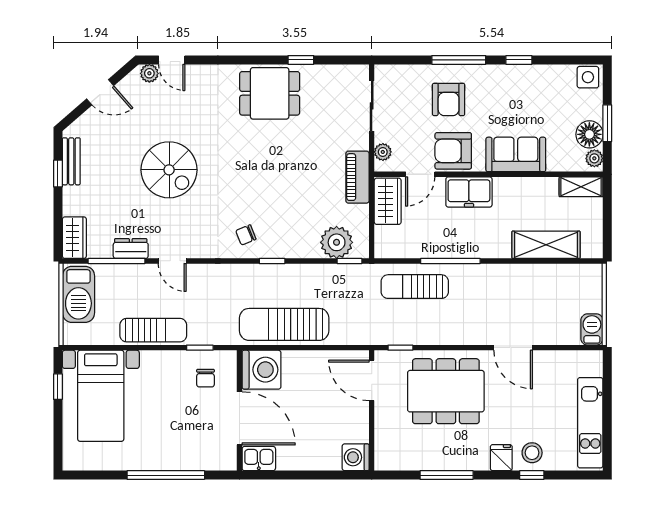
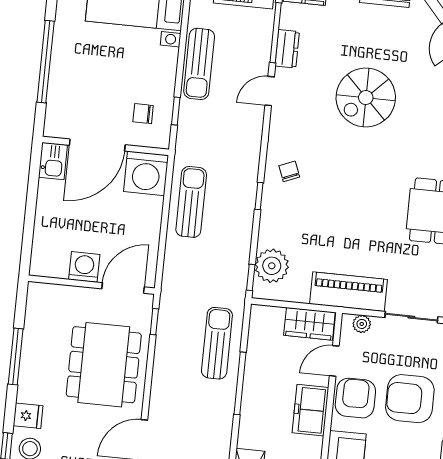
armchair: (449, 99) -> (410, 399), width x1.36, depth x1.36
door: (420, 174) -> (334, 361), hinge flipped
piano: (357, 177) -> (348, 292), width x1.37, depth x1.33
sun lounger: (284, 324) -> (191, 202), width x0.73, depth x0.75
washing machine: (356, 457) -> (84, 267), moved

